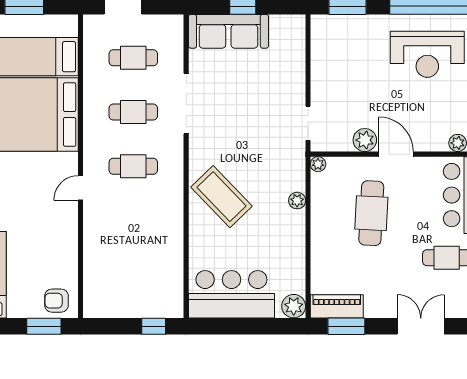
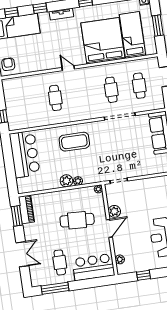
cafe table: (133, 166) -> (55, 98), moved
coffee table: (222, 197) -> (74, 142), turned 44
plant: (294, 306) -> (66, 181), moved

